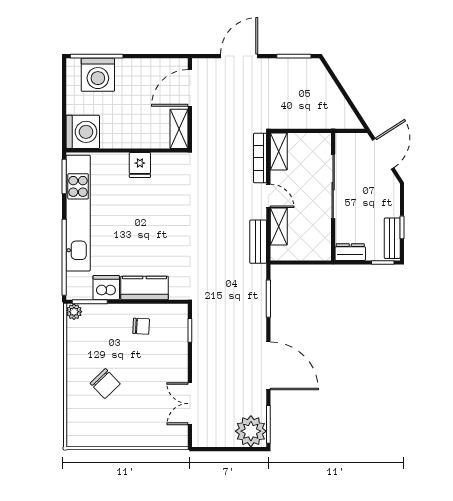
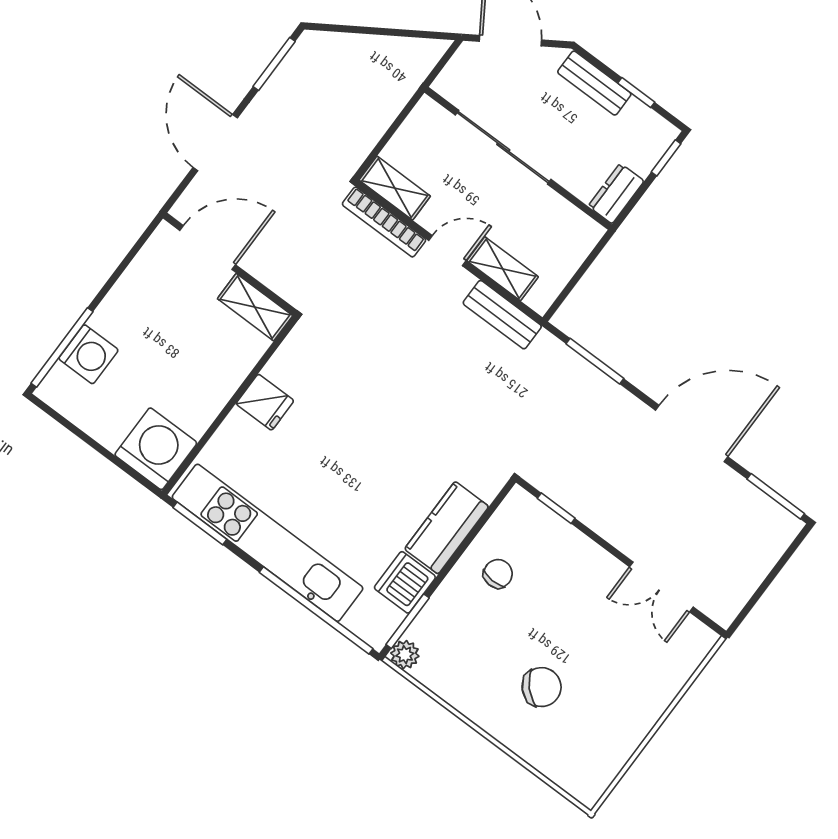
washing machine: (98, 75) -> (88, 354), width x0.73, depth x0.73
door: (190, 88) -> (208, 248), swing flipped
bench: (392, 238) -> (594, 83), moved
plant: (251, 431) -> (767, 529), removed

